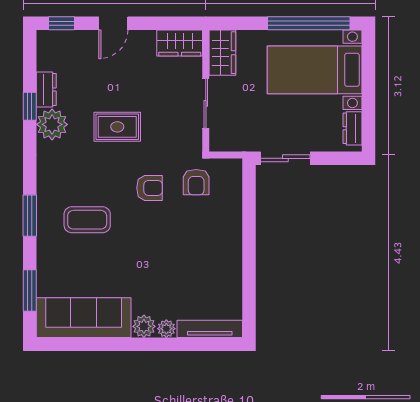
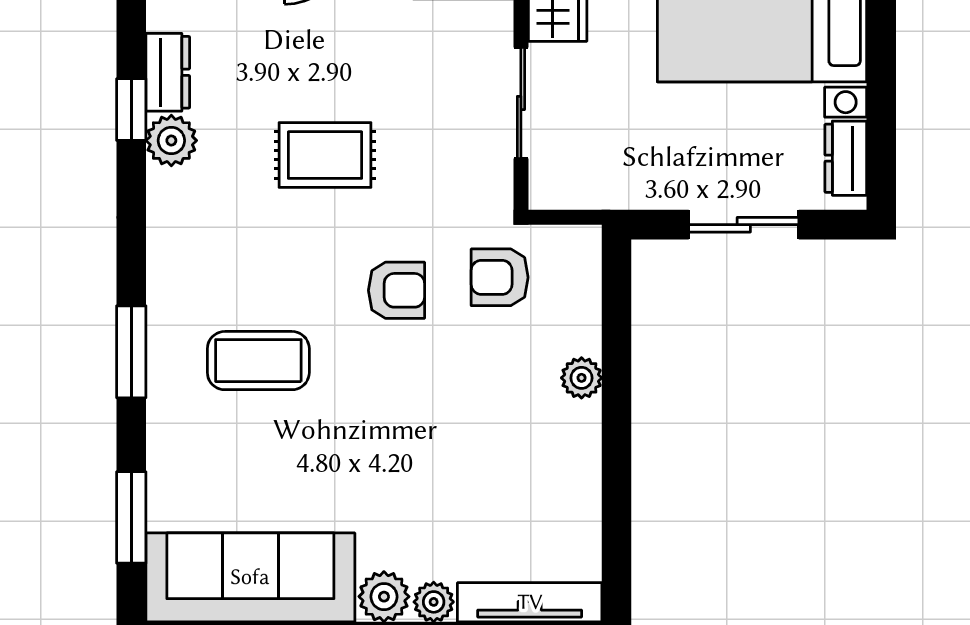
plant: (52, 124) -> (171, 141), width x0.73, depth x0.73
sliding door: (285, 158) -> (744, 225), moved
armchair: (196, 182) -> (500, 277), turned 90
plant: (233, 228) -> (582, 378), added

